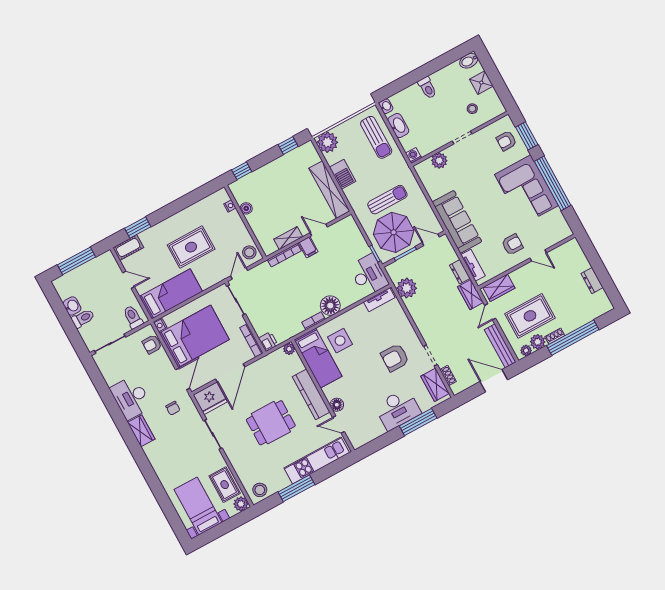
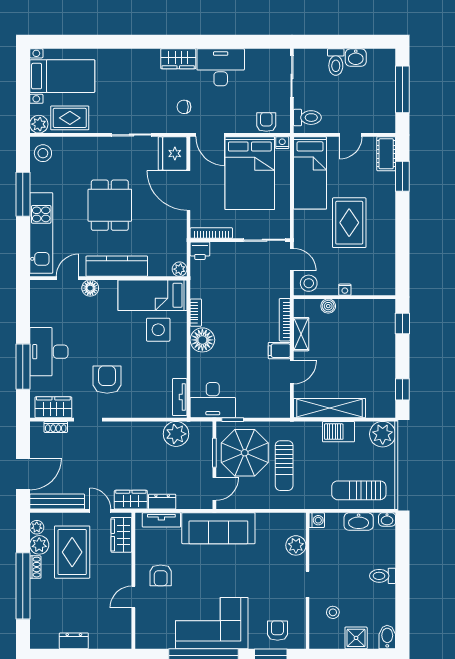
nightstand: (230, 206) -> (345, 290), moved
boiler: (246, 208) -> (328, 306), moved

